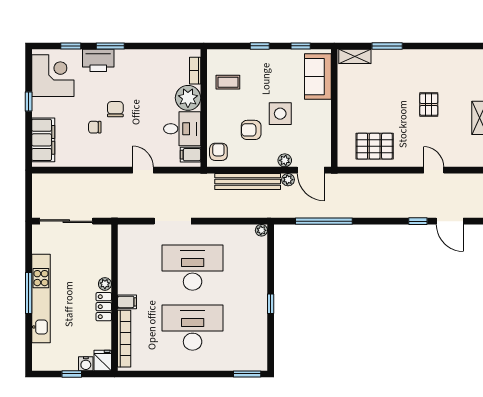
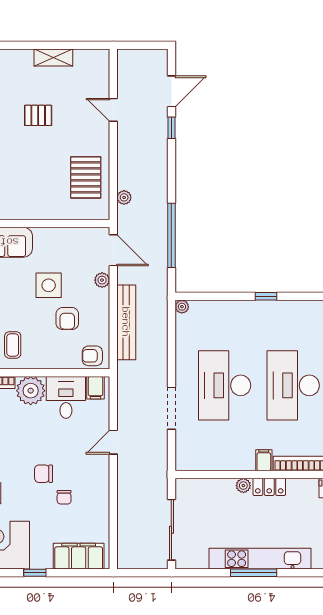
door: (311, 170) -> (113, 250), hinge flipped
door: (434, 170) -> (113, 110), hinge flipped
plant: (288, 180) -> (124, 197), moved

